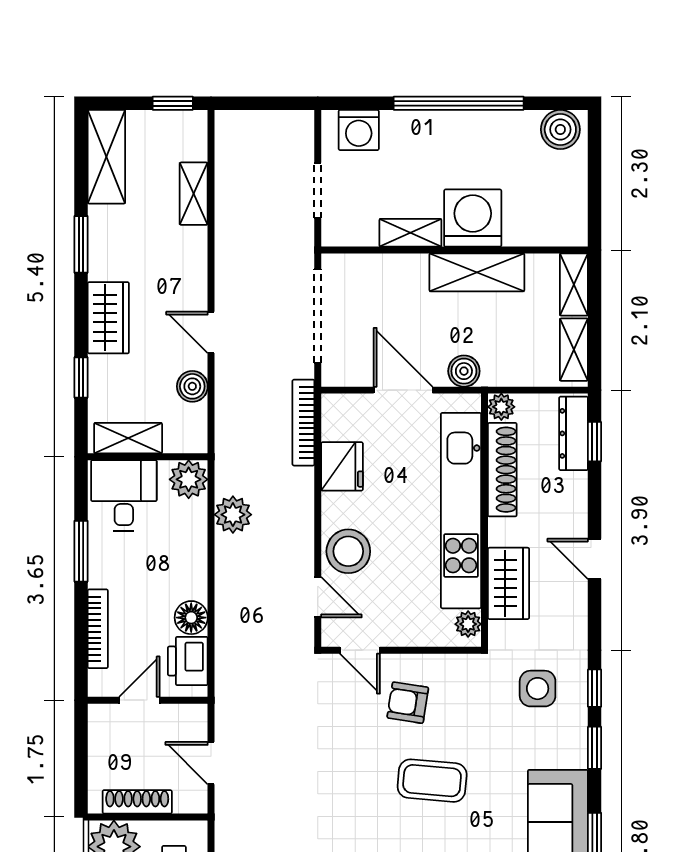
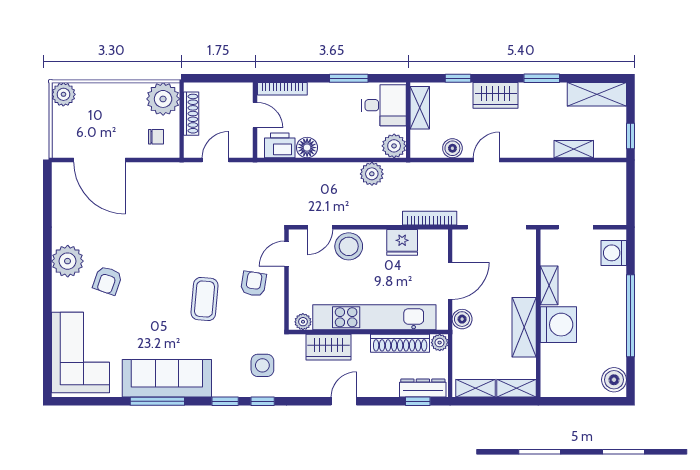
bookcase: (98, 629) -> (282, 89), moved

